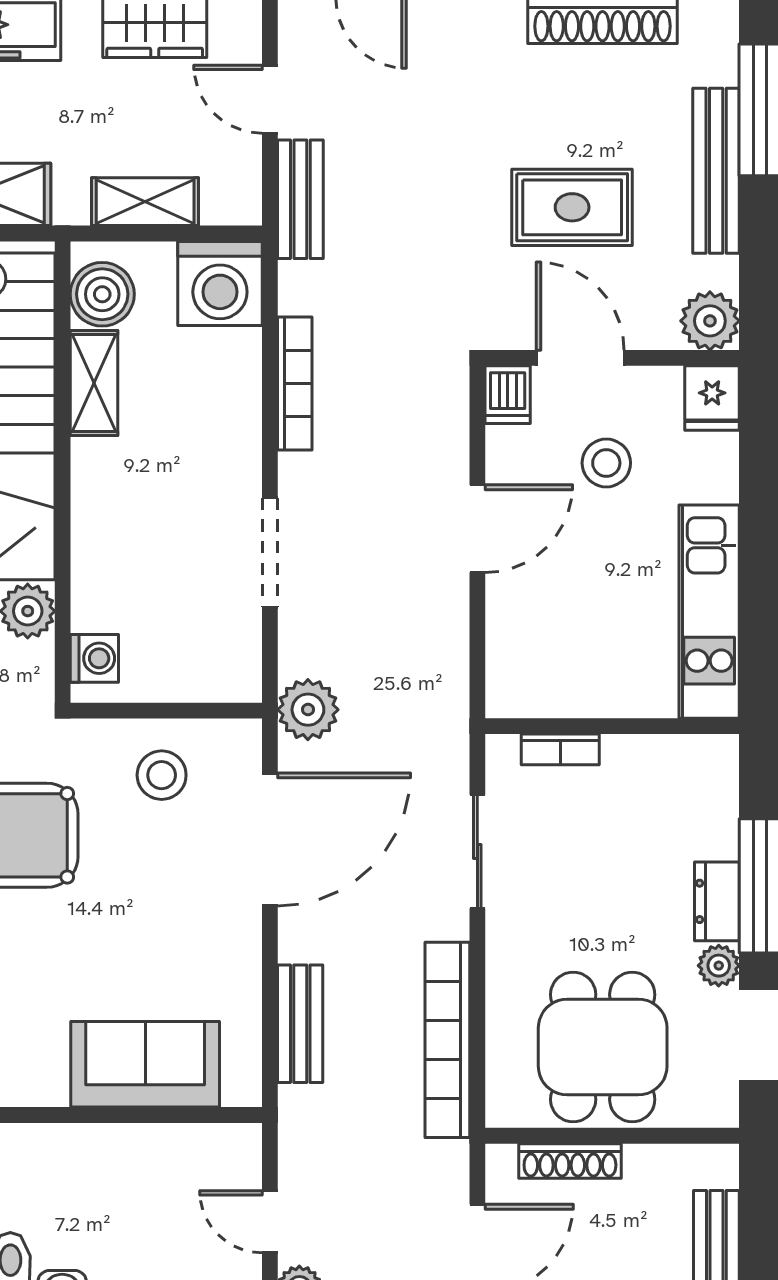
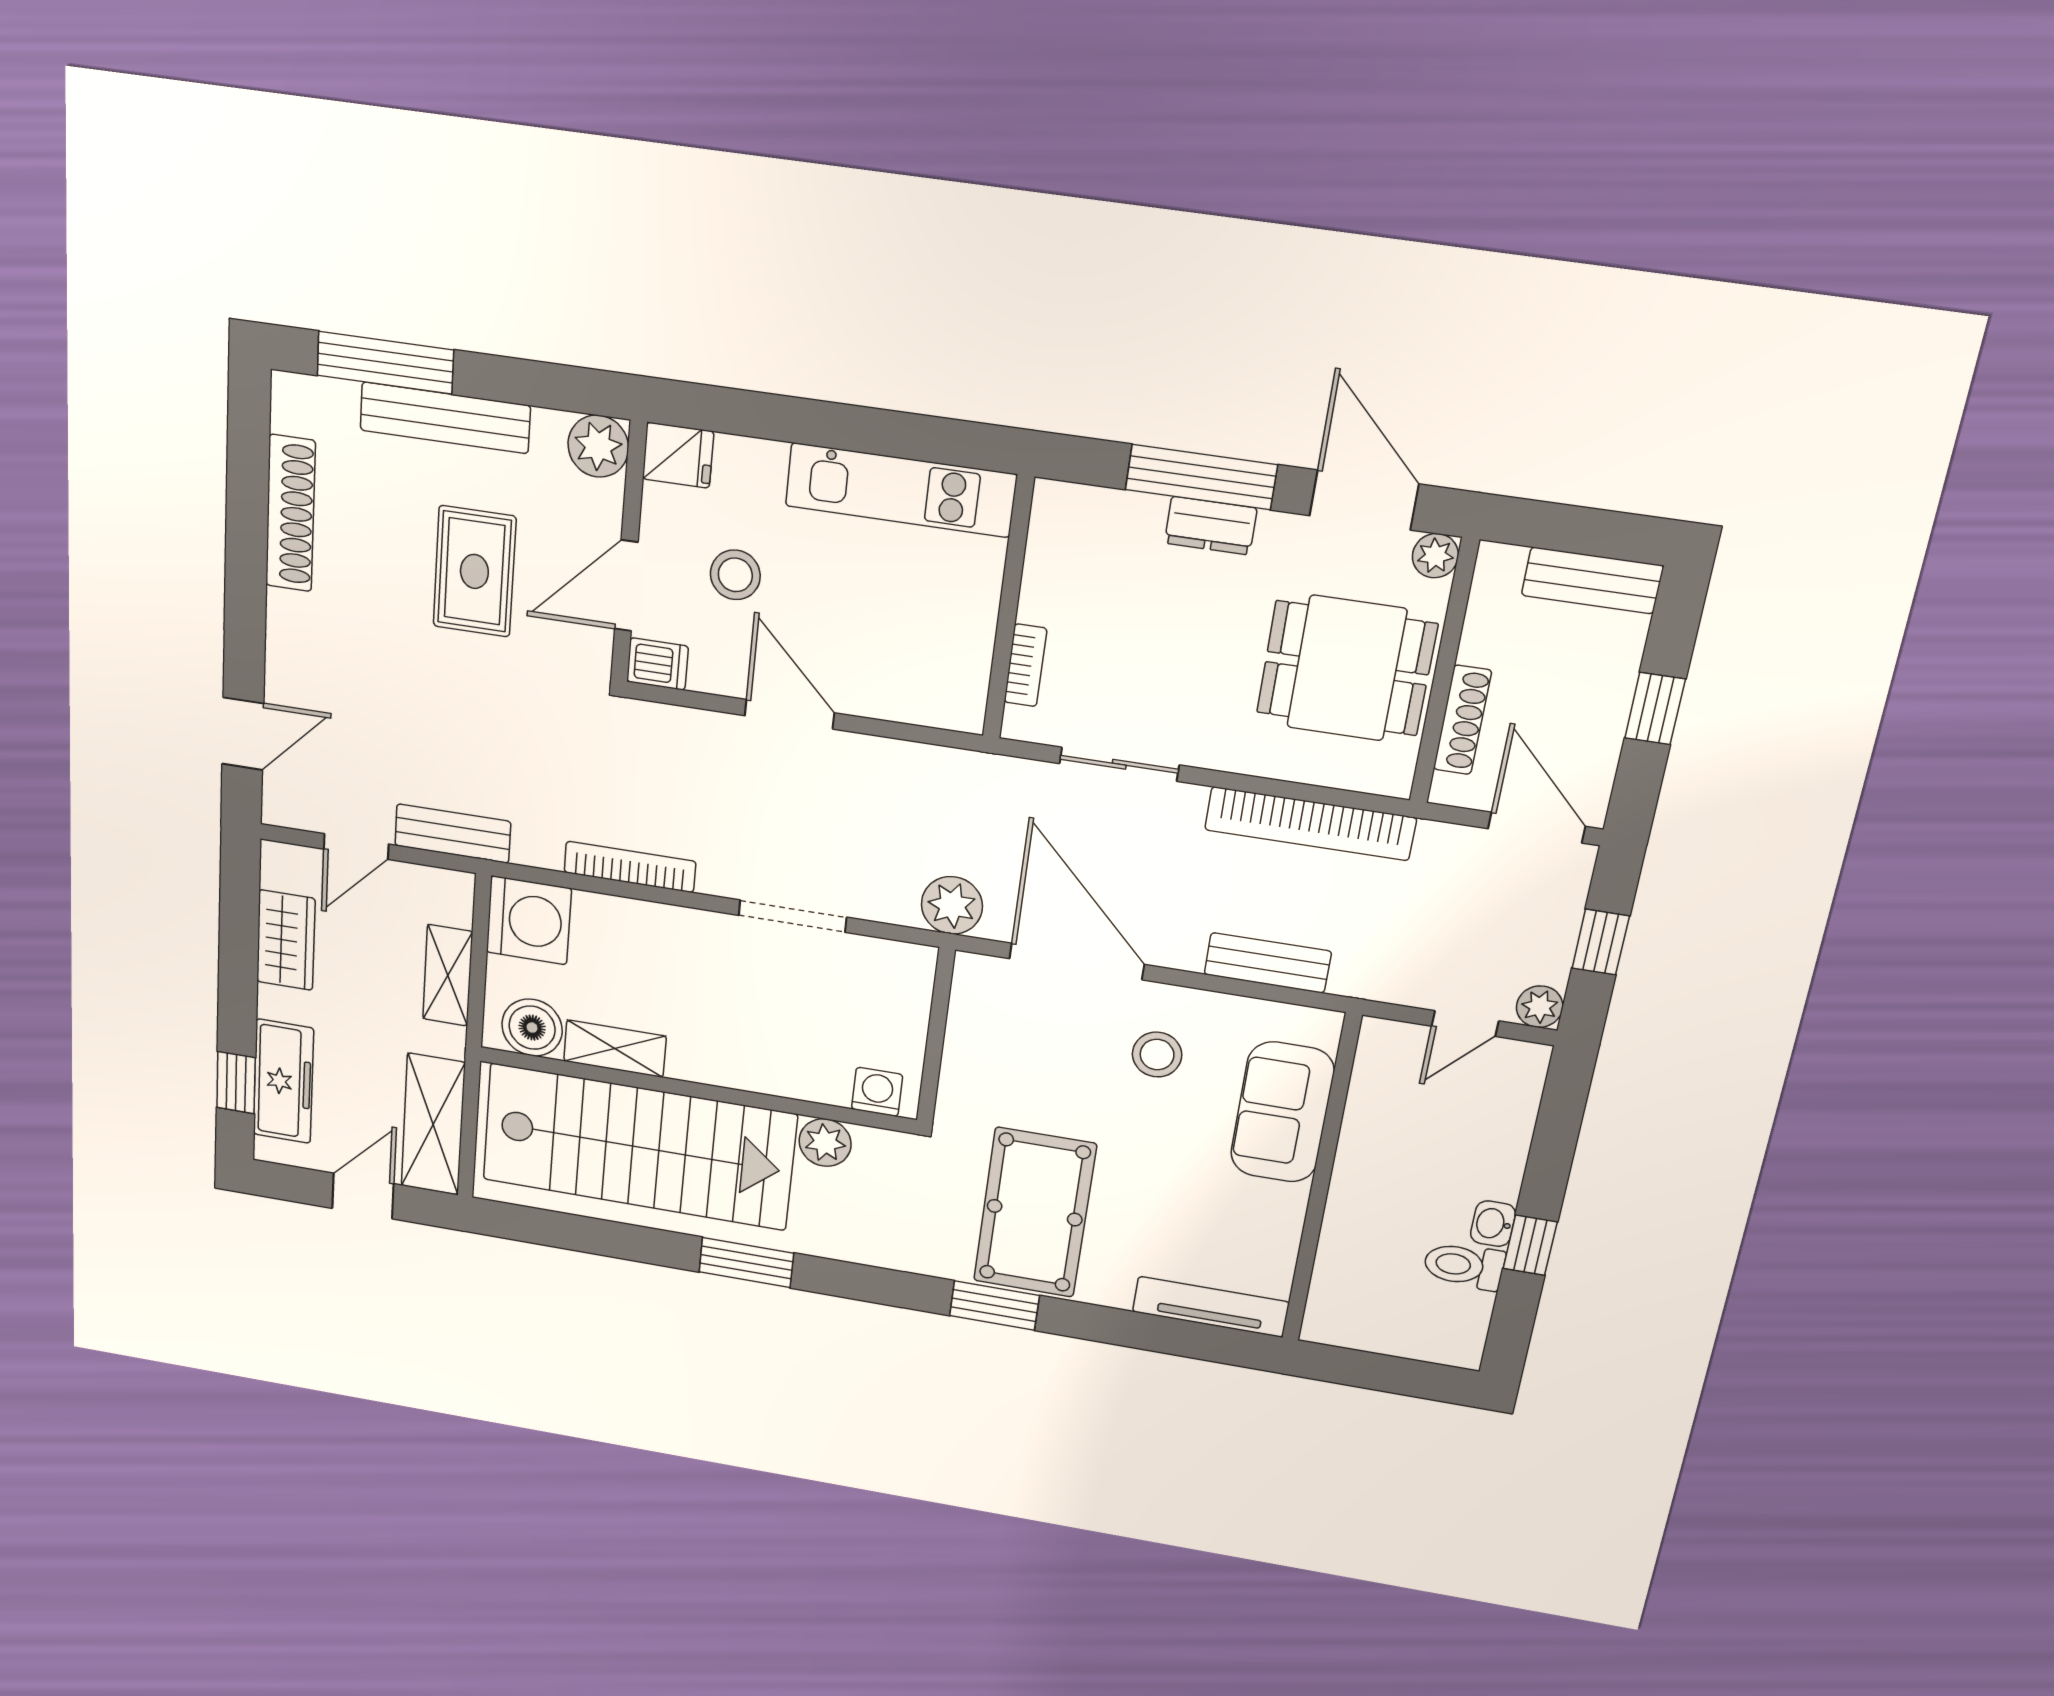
stool: (162, 775) -> (1157, 1055), moved
plant: (719, 966) -> (1435, 556), moved

